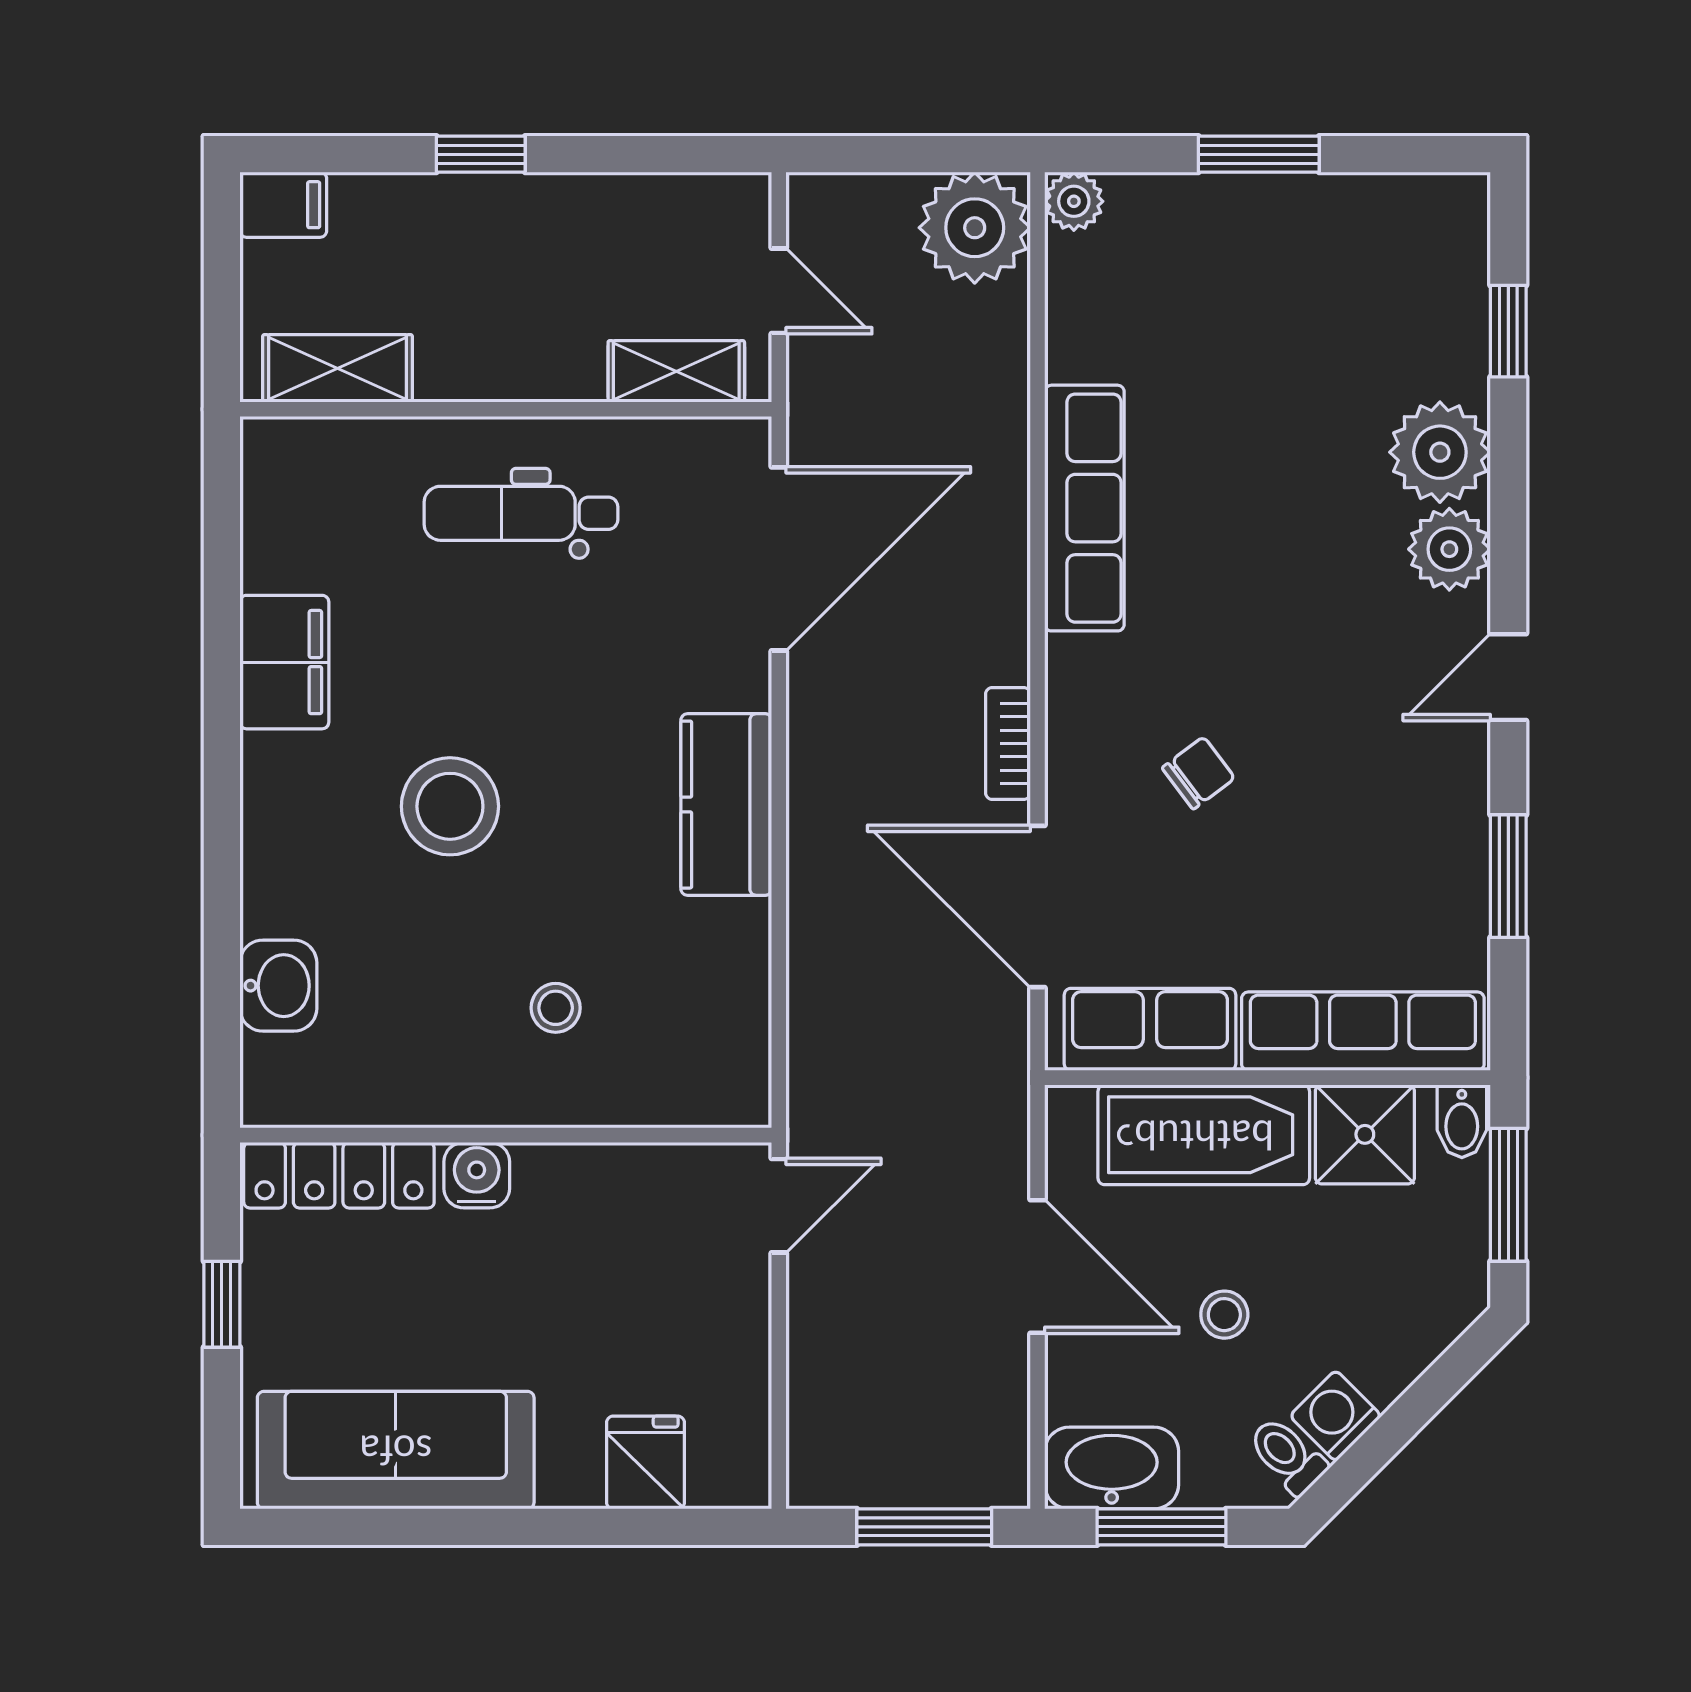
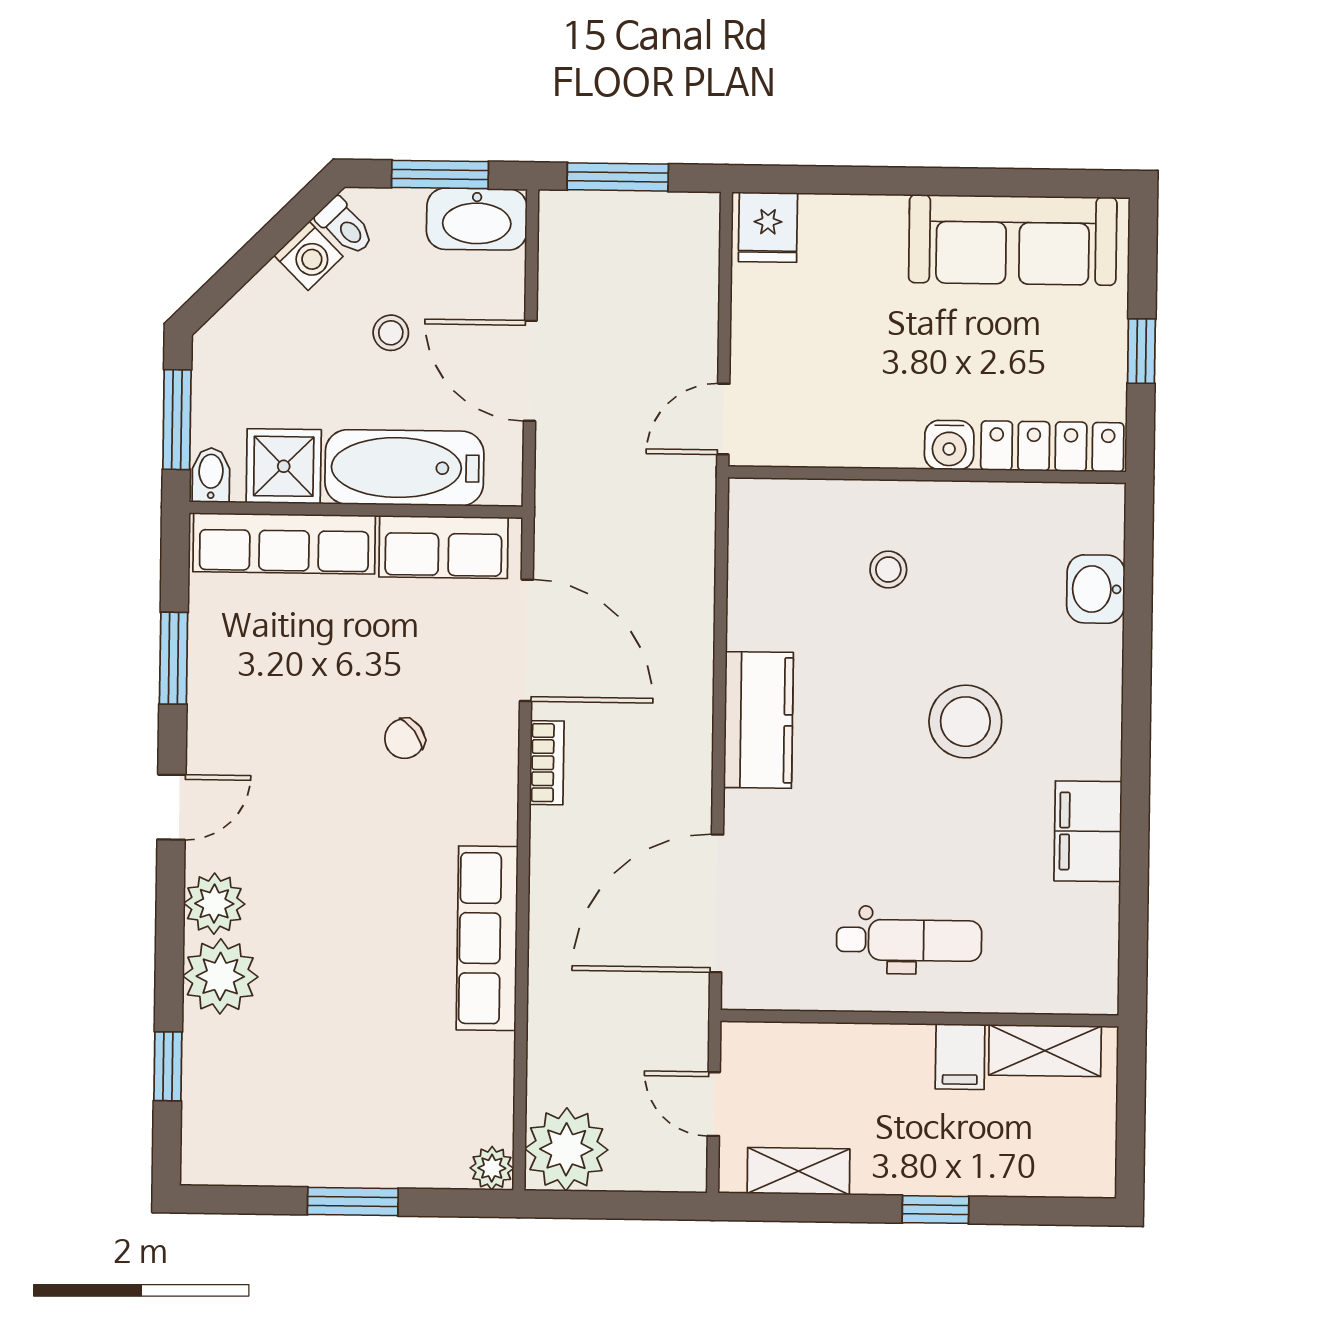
filing cabinet: (283, 205) -> (960, 1057), moved, turned -90
shelving: (676, 371) -> (798, 1171), moved
fridge: (645, 1462) -> (768, 227), moved

